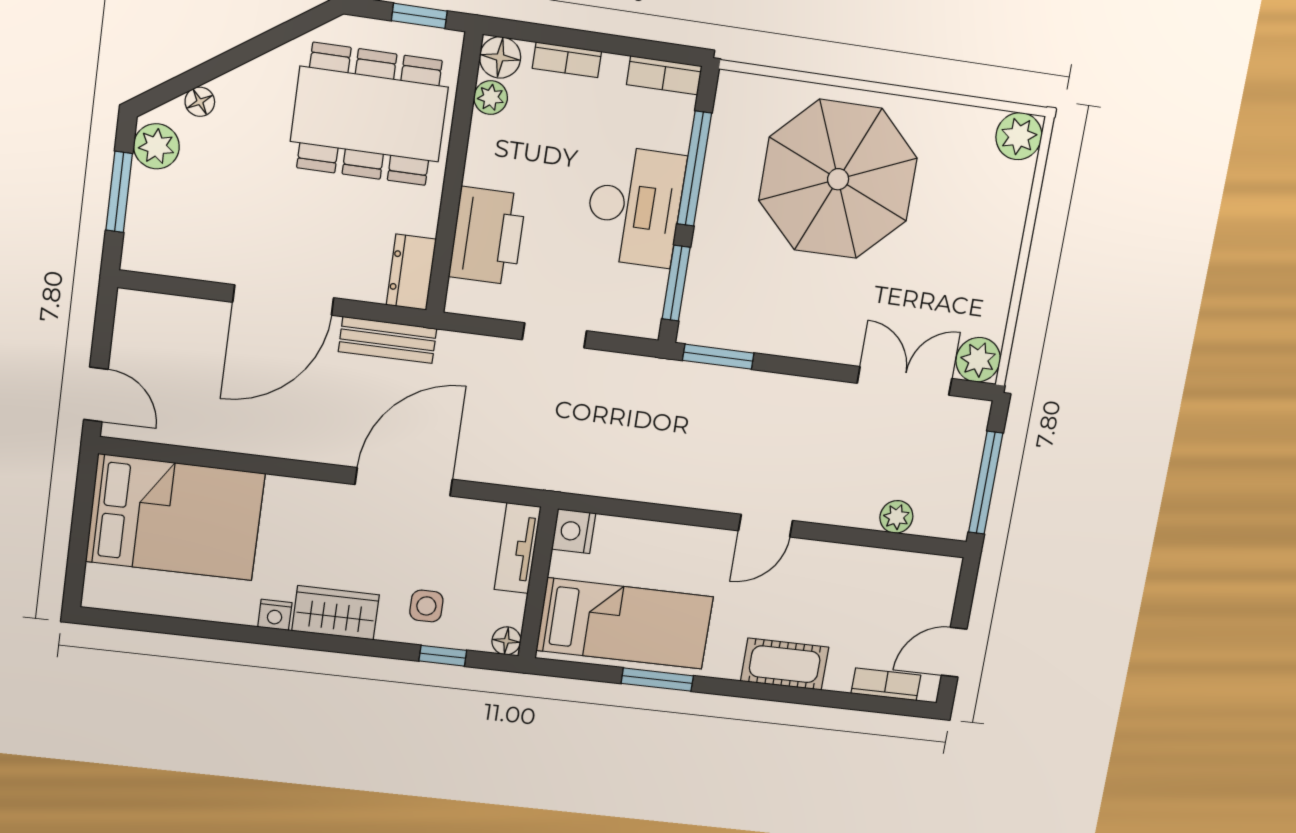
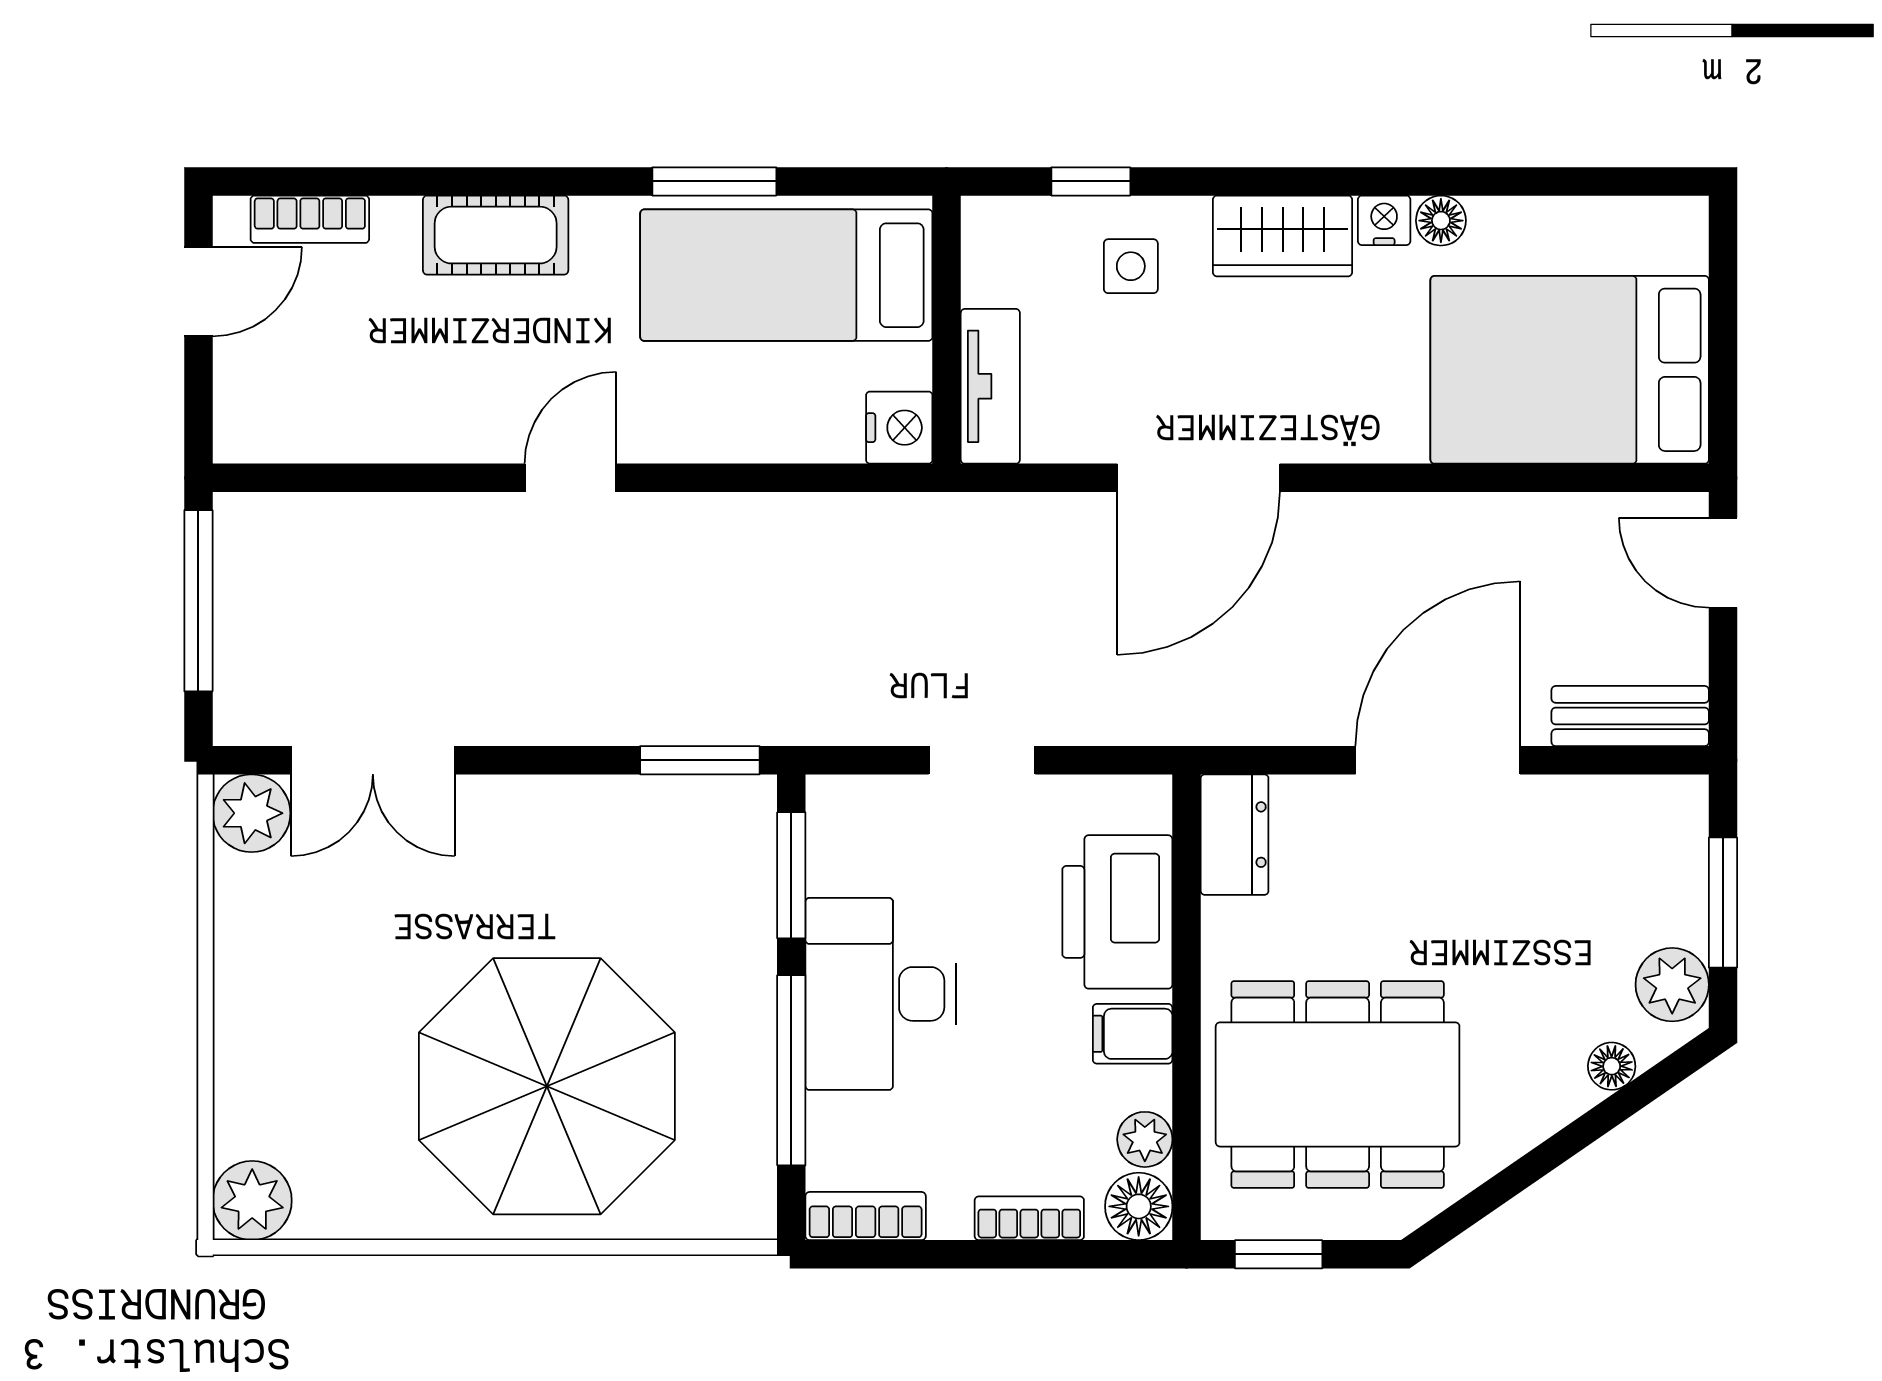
filing cabinet: (489, 162) -> (1133, 1034), added
bench: (388, 340) -> (1630, 716), moved
plant: (896, 517) -> (345, 521), removed
floor lamp: (506, 641) -> (1441, 221), moved

